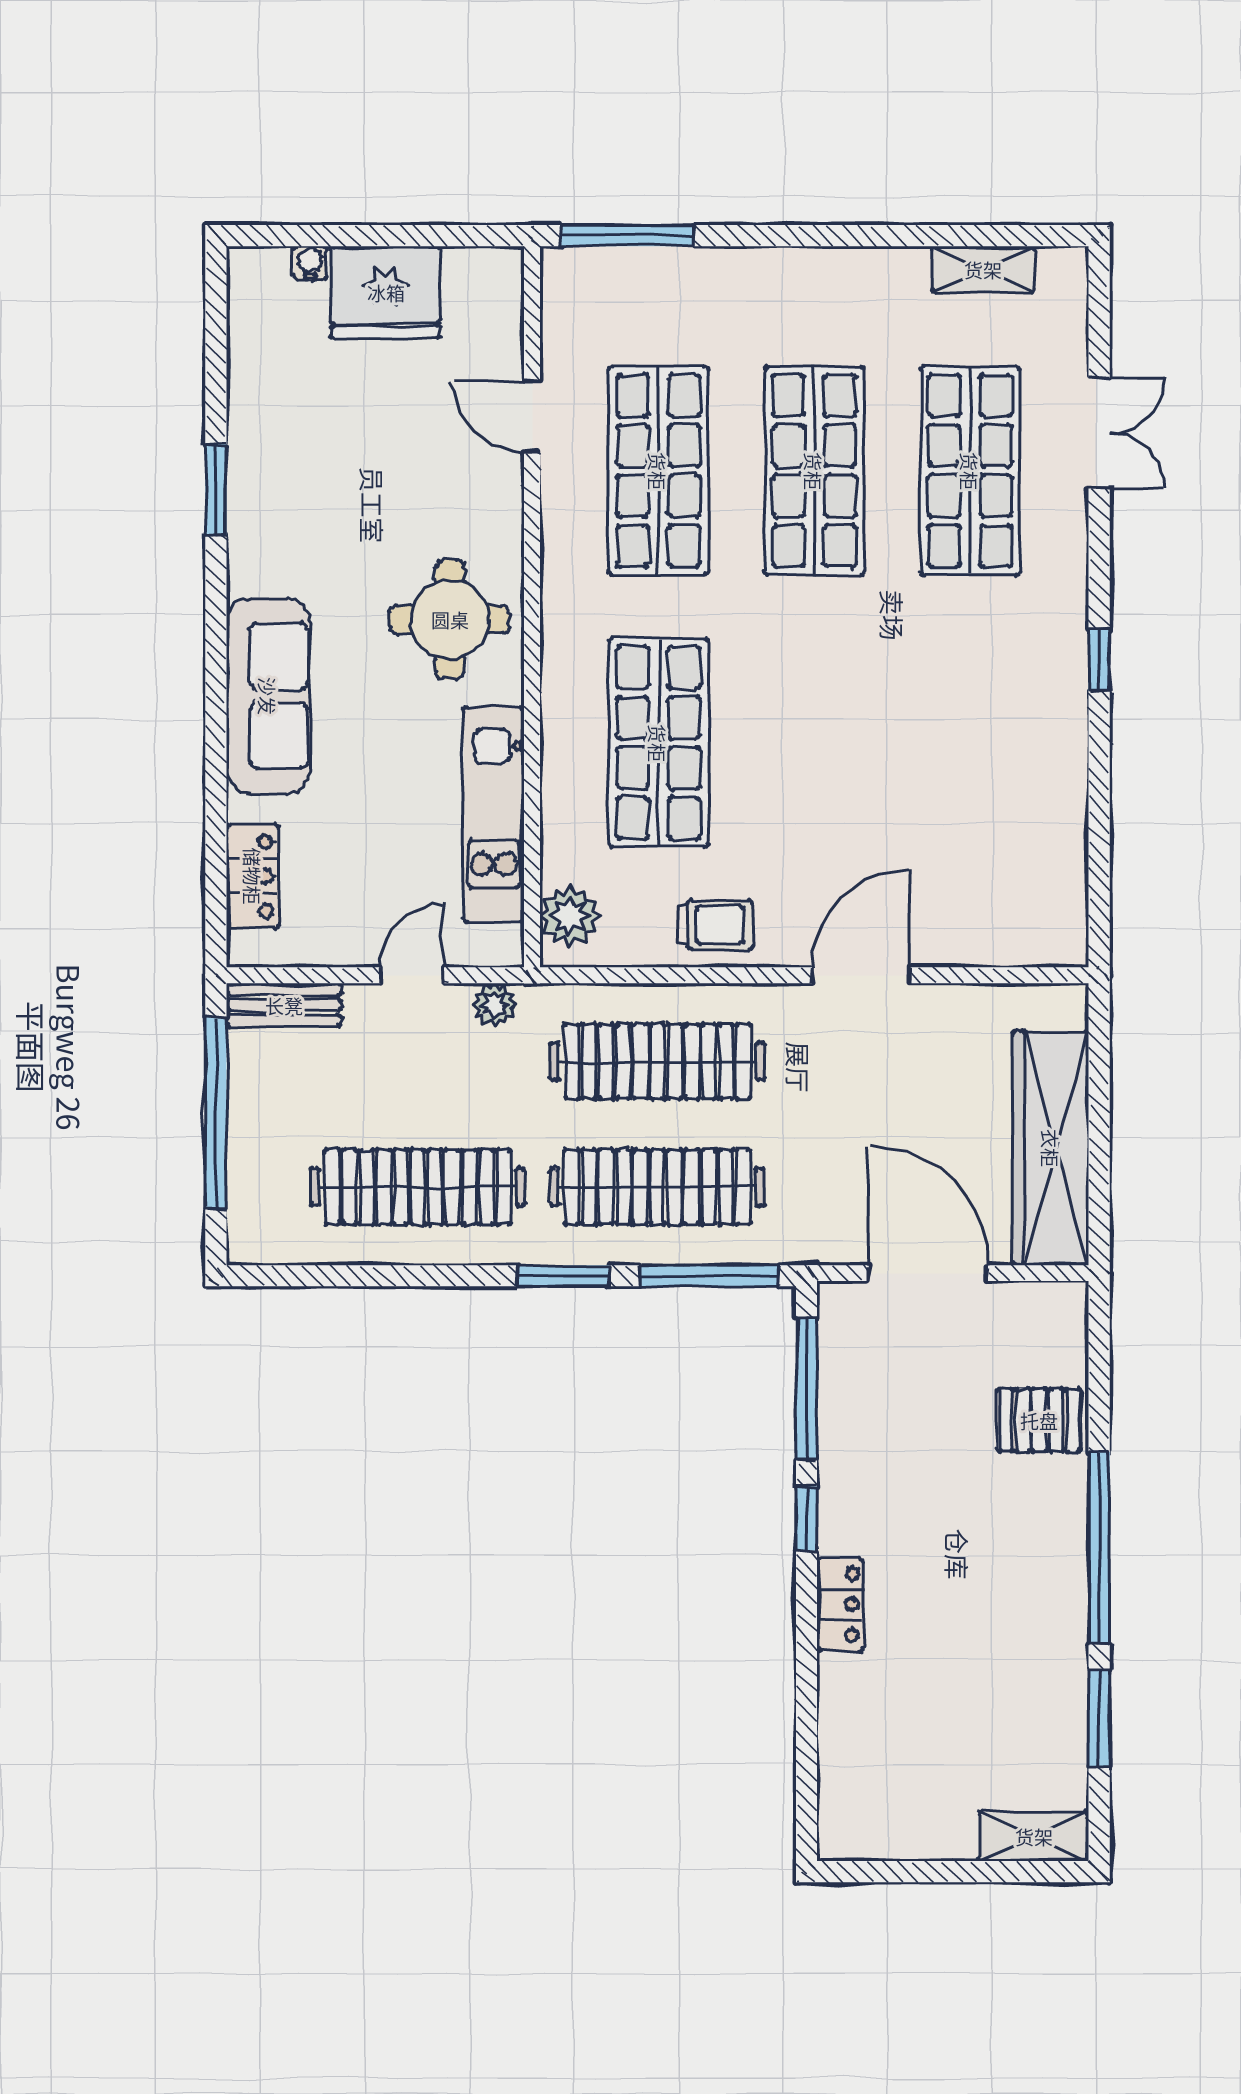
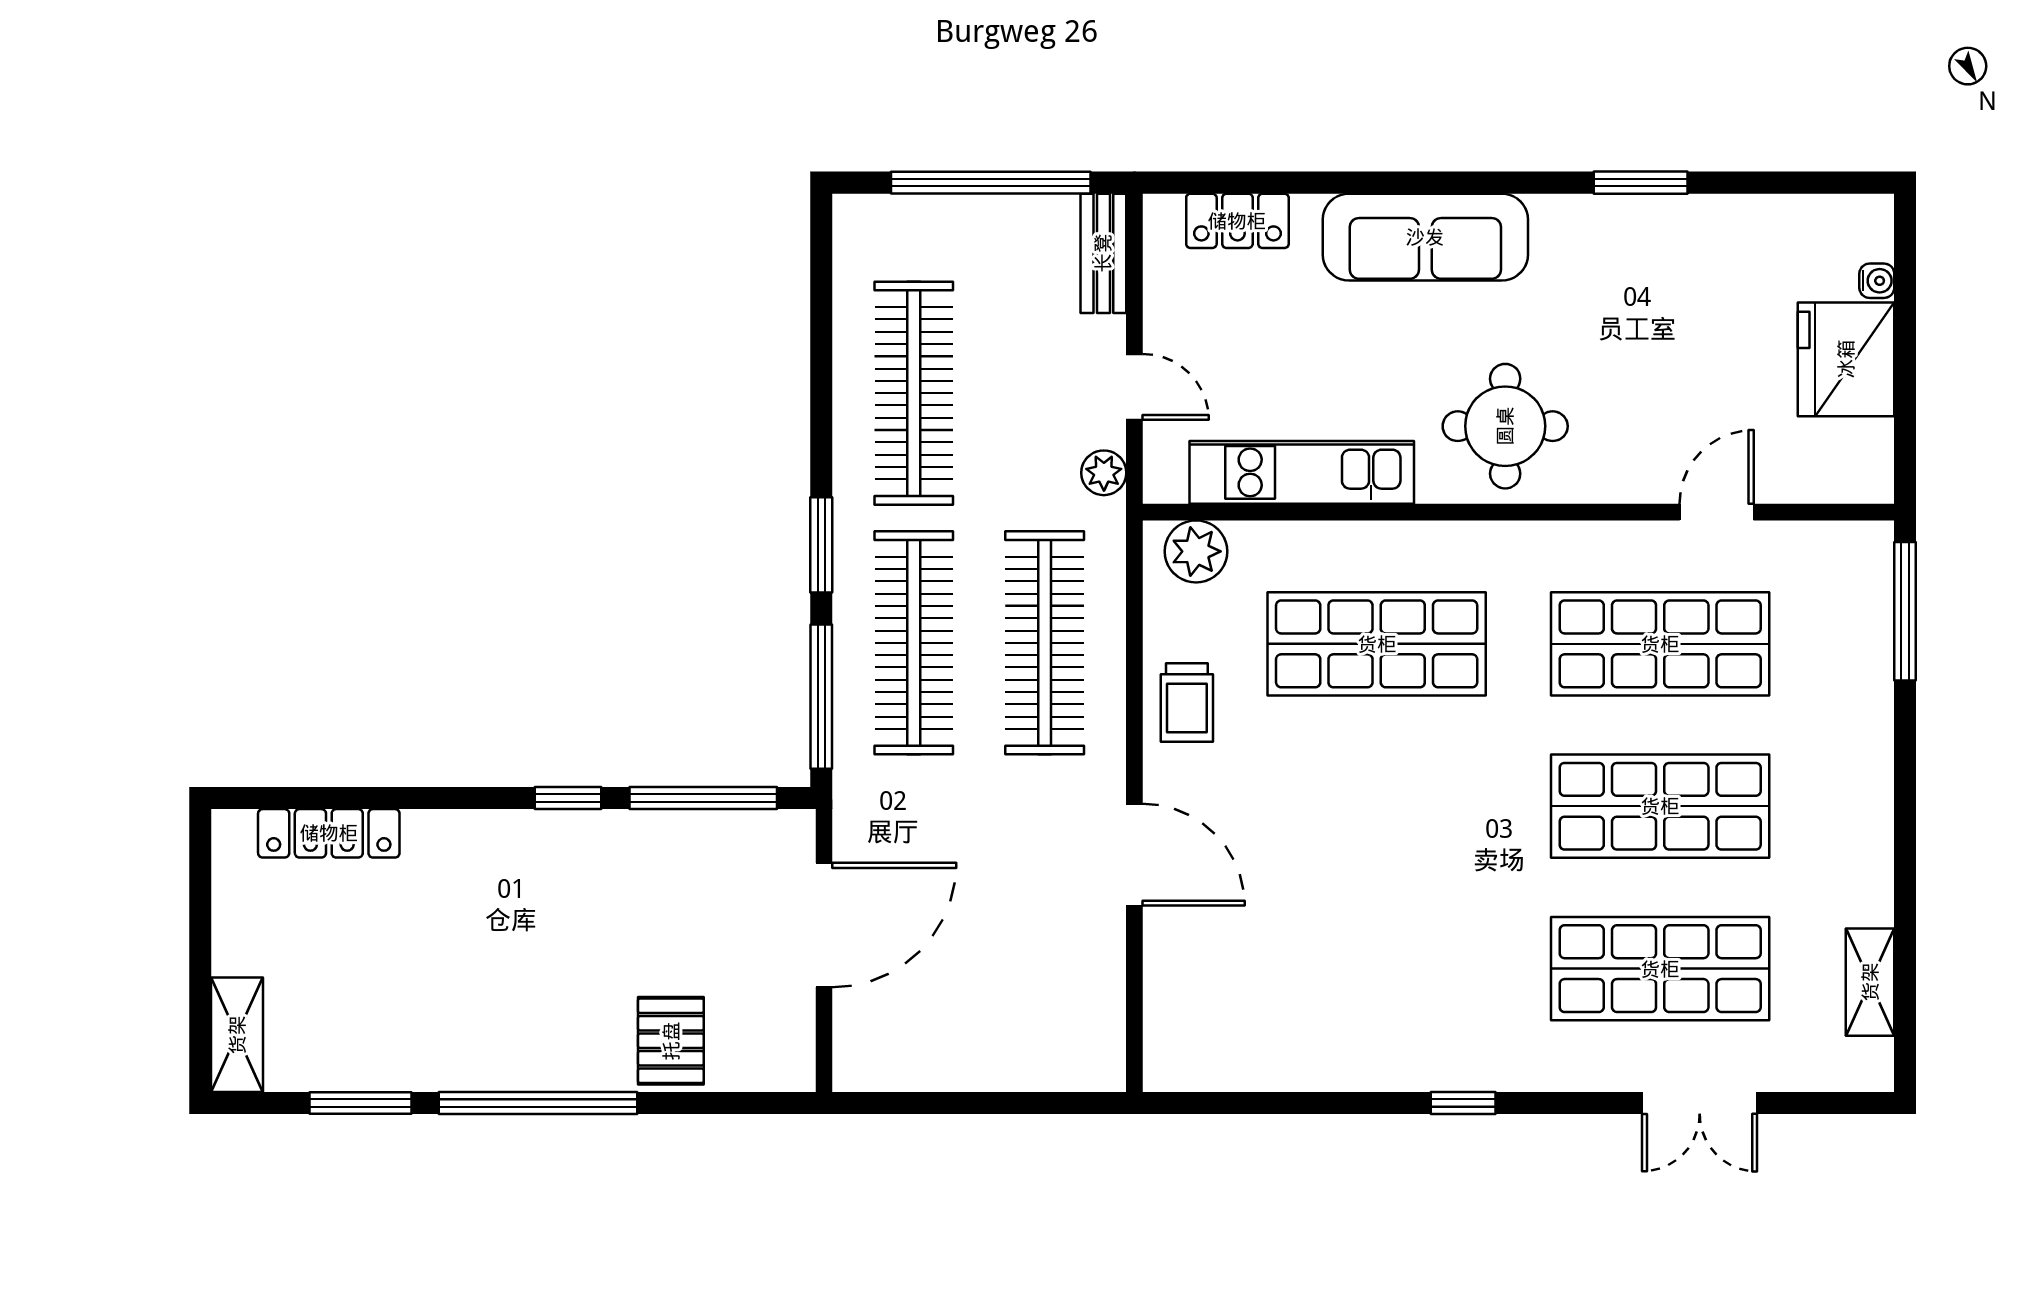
wardrobe: (1051, 1148) -> (954, 1053), removed
locker: (840, 1605) -> (329, 833), moved, width x1.53

